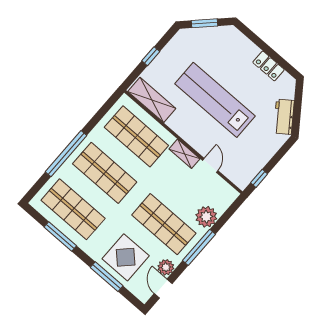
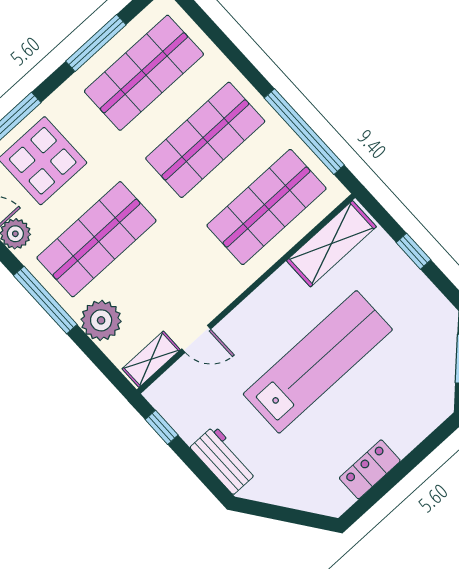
workbench: (284, 117) -> (224, 460), moved, turned 36
window: (66, 154) -> (304, 132), moved
shelving: (184, 154) -> (151, 359), moved

